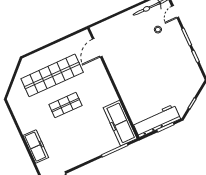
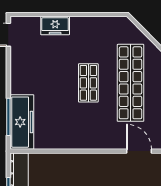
freezer: (120, 123) -> (22, 122), moved, turned 90
freezer: (36, 146) -> (55, 26), width x0.71

